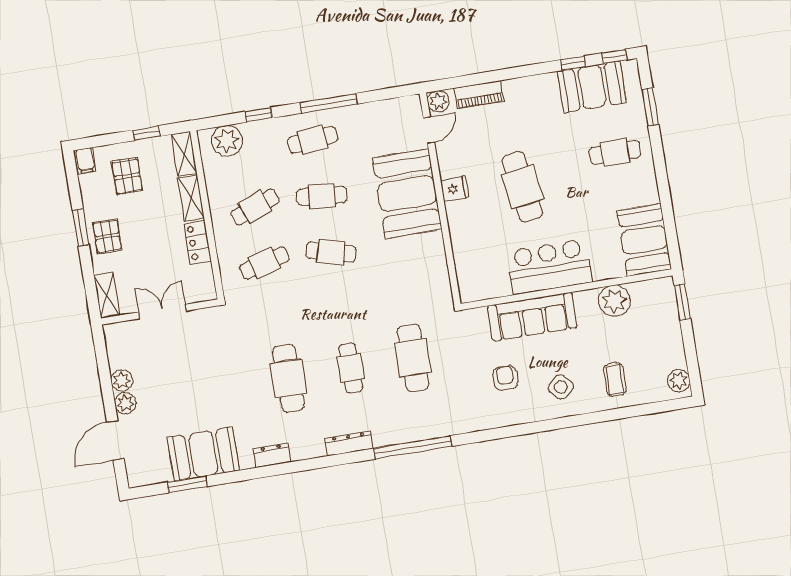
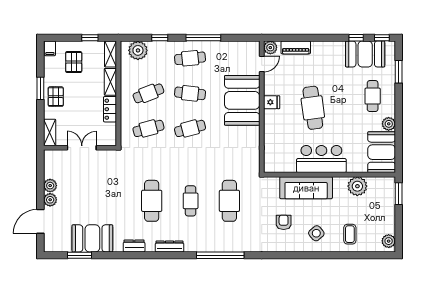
cafe table: (615, 152) -> (373, 96), turned 90
plant: (648, 193) -> (389, 124), added
cafe table: (331, 252) -> (190, 128), turned -30
dresser: (349, 443) -> (170, 246), moved

